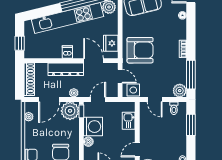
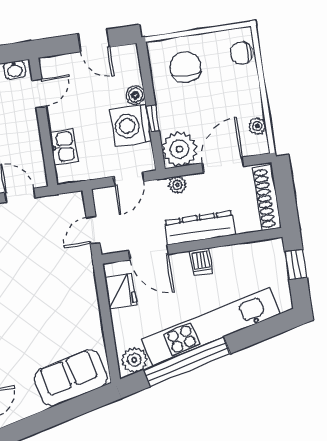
armchair: (140, 50) -> (62, 286), removed
door: (120, 76) -> (93, 230), hinge flipped
side table: (133, 90) -> (64, 207), removed
window: (81, 111) -> (153, 118), moved

